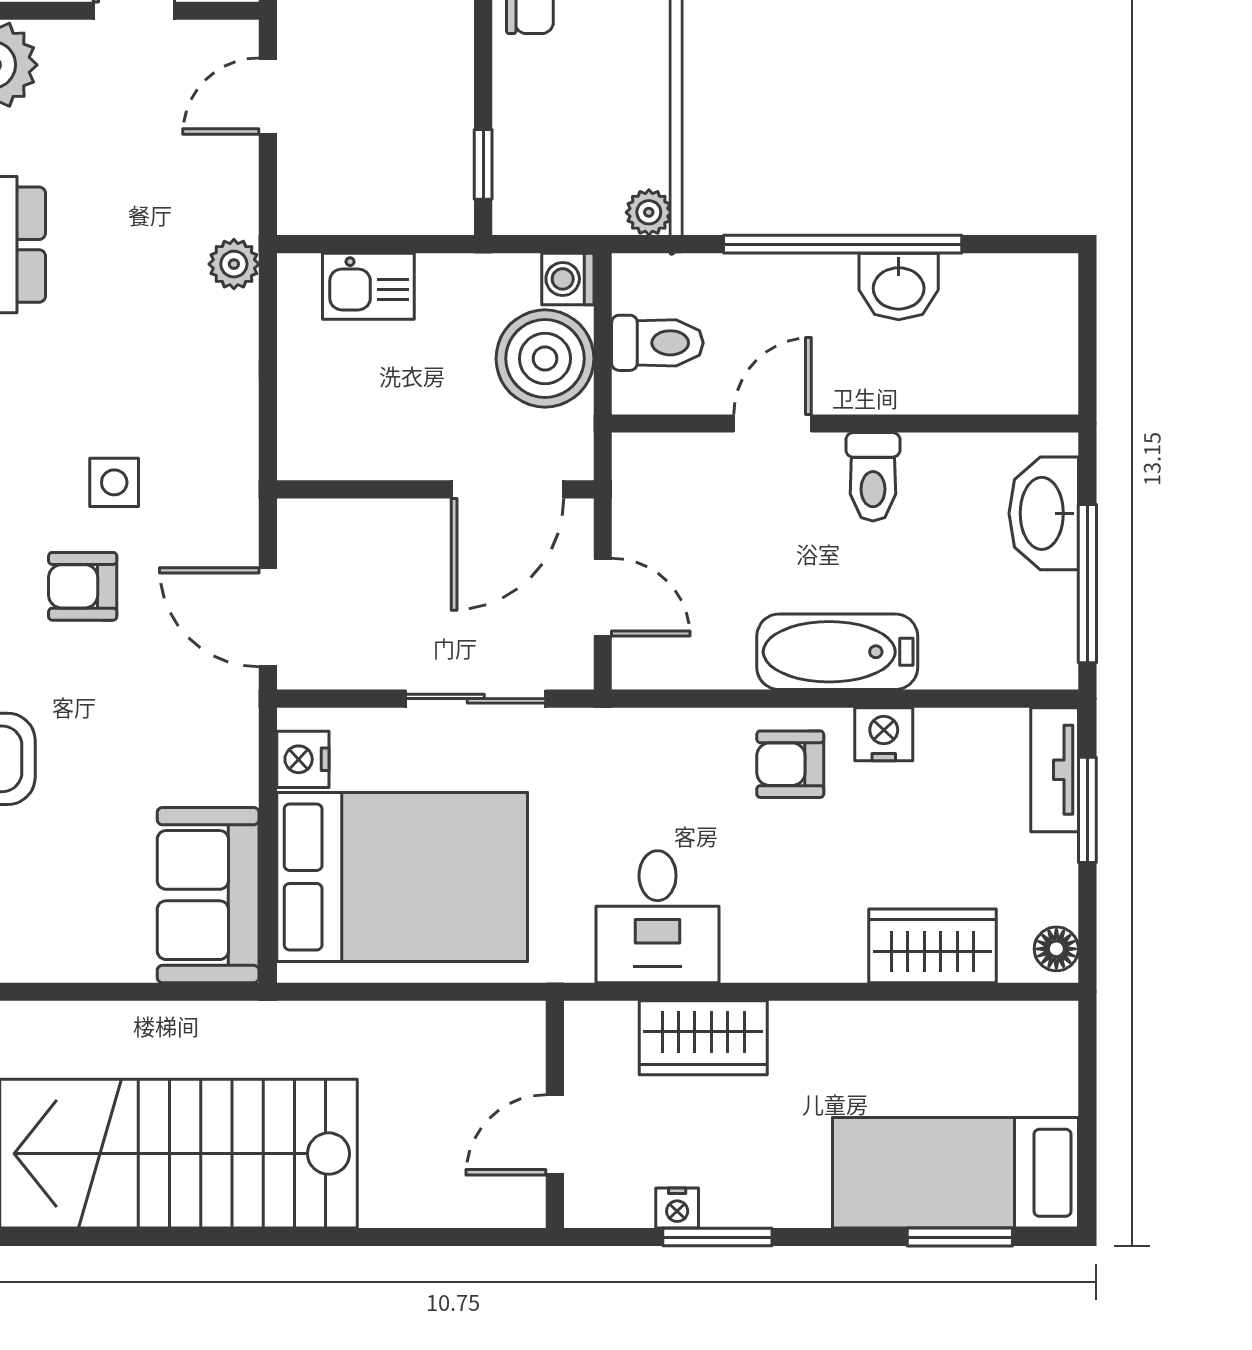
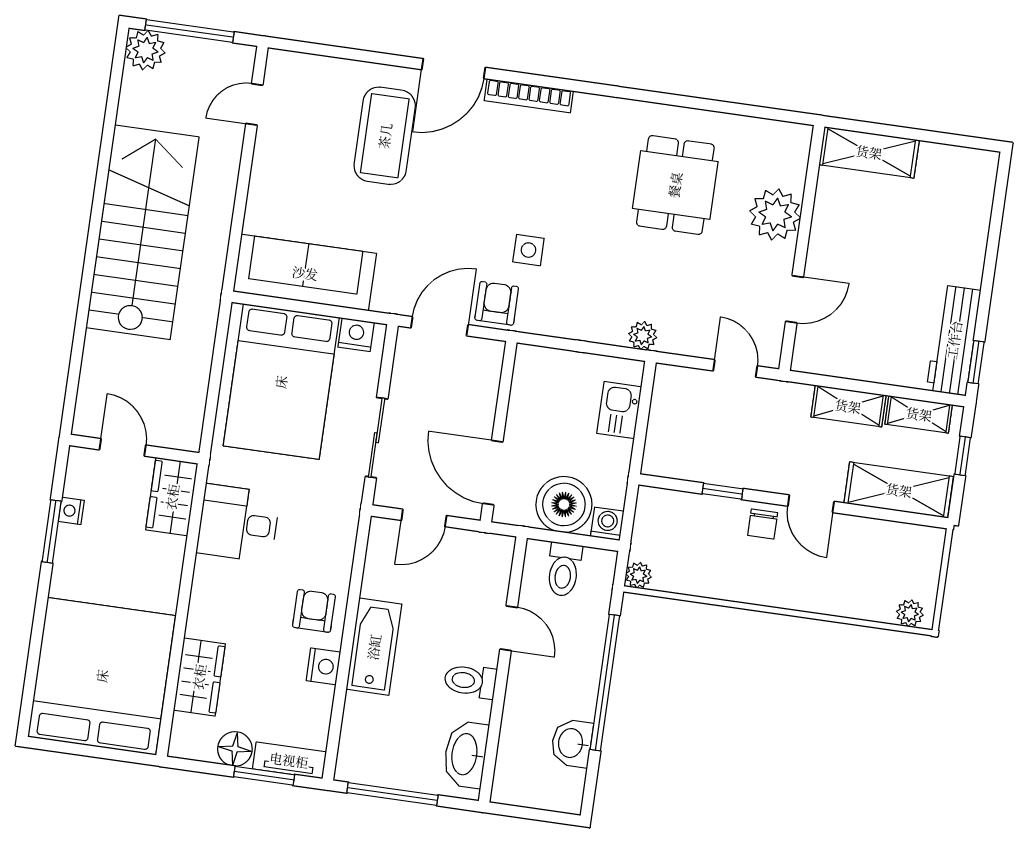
window: (483, 164) -> (723, 491), moved
washbasin: (899, 286) -> (572, 743), moved
washbasin: (1044, 513) -> (466, 754), moved, turned -90
armchair: (83, 586) -> (497, 303), moved
sofa: (208, 895) -> (305, 273), width x1.36
floor lamp: (1056, 949) -> (235, 749), moved, width x1.37, depth x1.37
wardrobe: (703, 1038) -> (172, 497), moved
bed: (955, 1173) -> (102, 676), width x2.04
window: (960, 1237) -> (32, 669), removed

